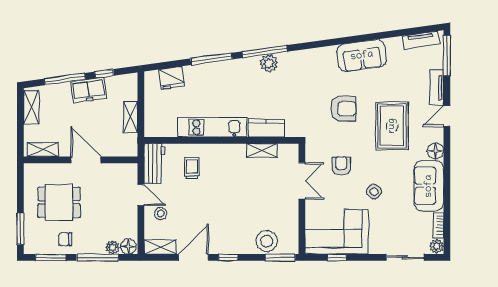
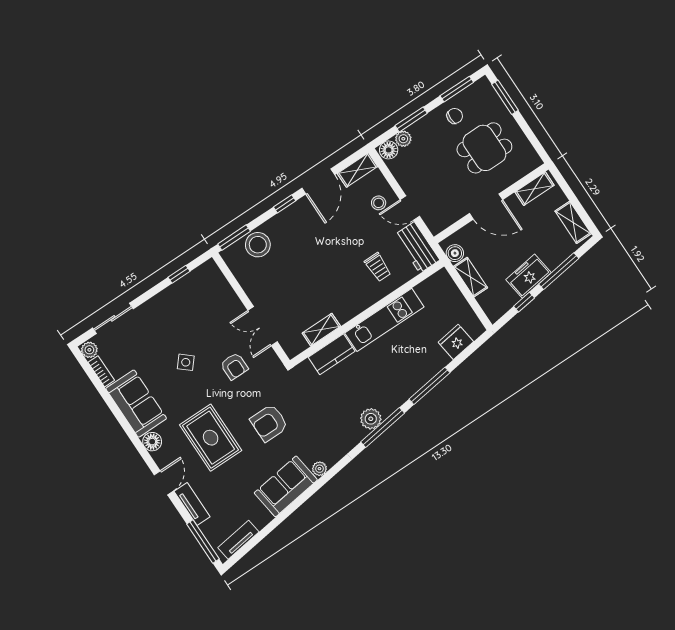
plant: (329, 52) -> (319, 469), added
boiler: (130, 141) -> (455, 253), added
corner sofa: (337, 232) -> (196, 299), removed
window: (98, 257) -> (411, 119), width x0.69

